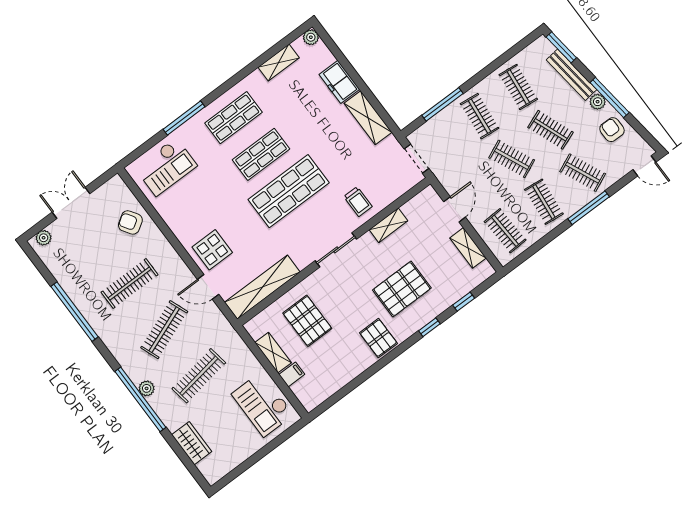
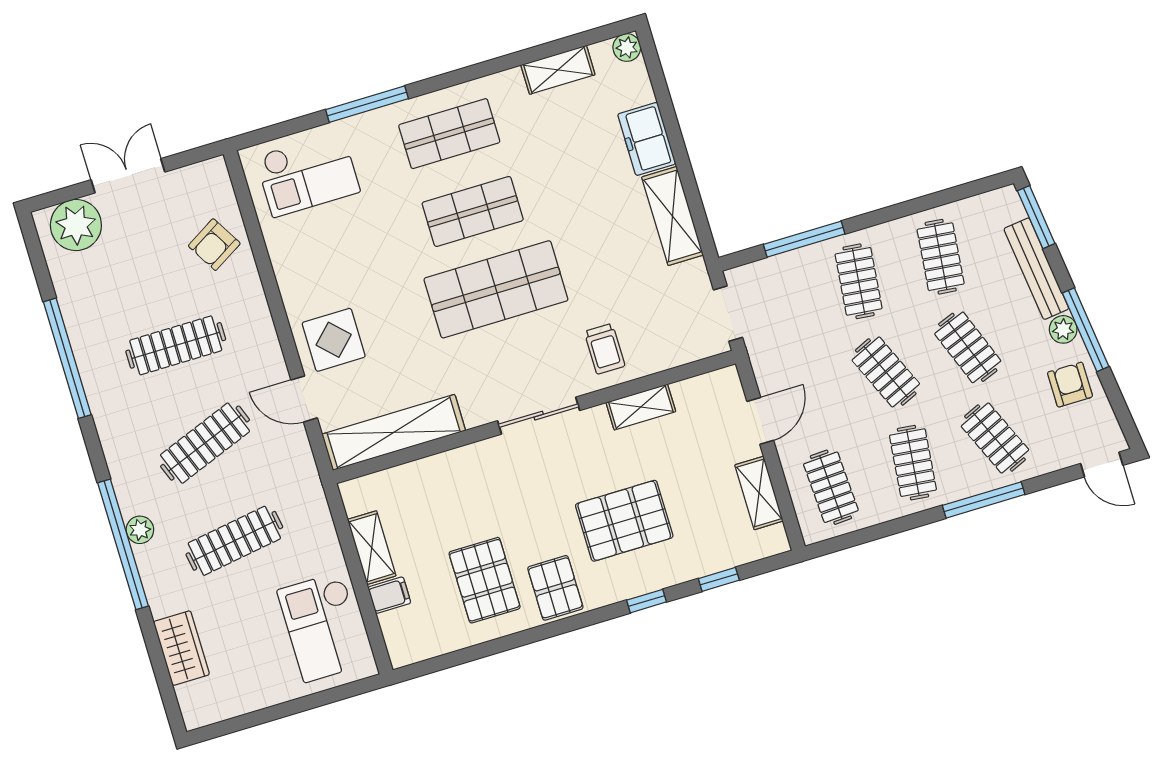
armchair: (130, 222) -> (214, 245), turned -88
plant: (44, 238) -> (76, 225), width x1.87, depth x1.87
pallet: (307, 321) -> (485, 580), moved

